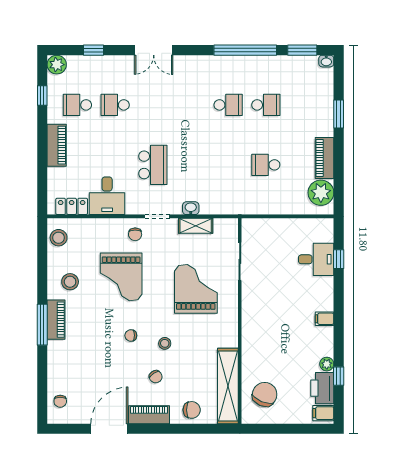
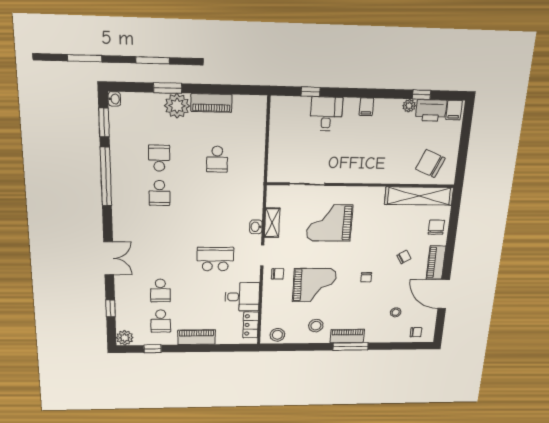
school desk: (228, 105) -> (159, 193), turned 180
plant: (321, 193) -> (177, 106), moved
desk: (316, 259) -> (326, 114), moved
stool: (165, 343) -> (396, 312), moved

